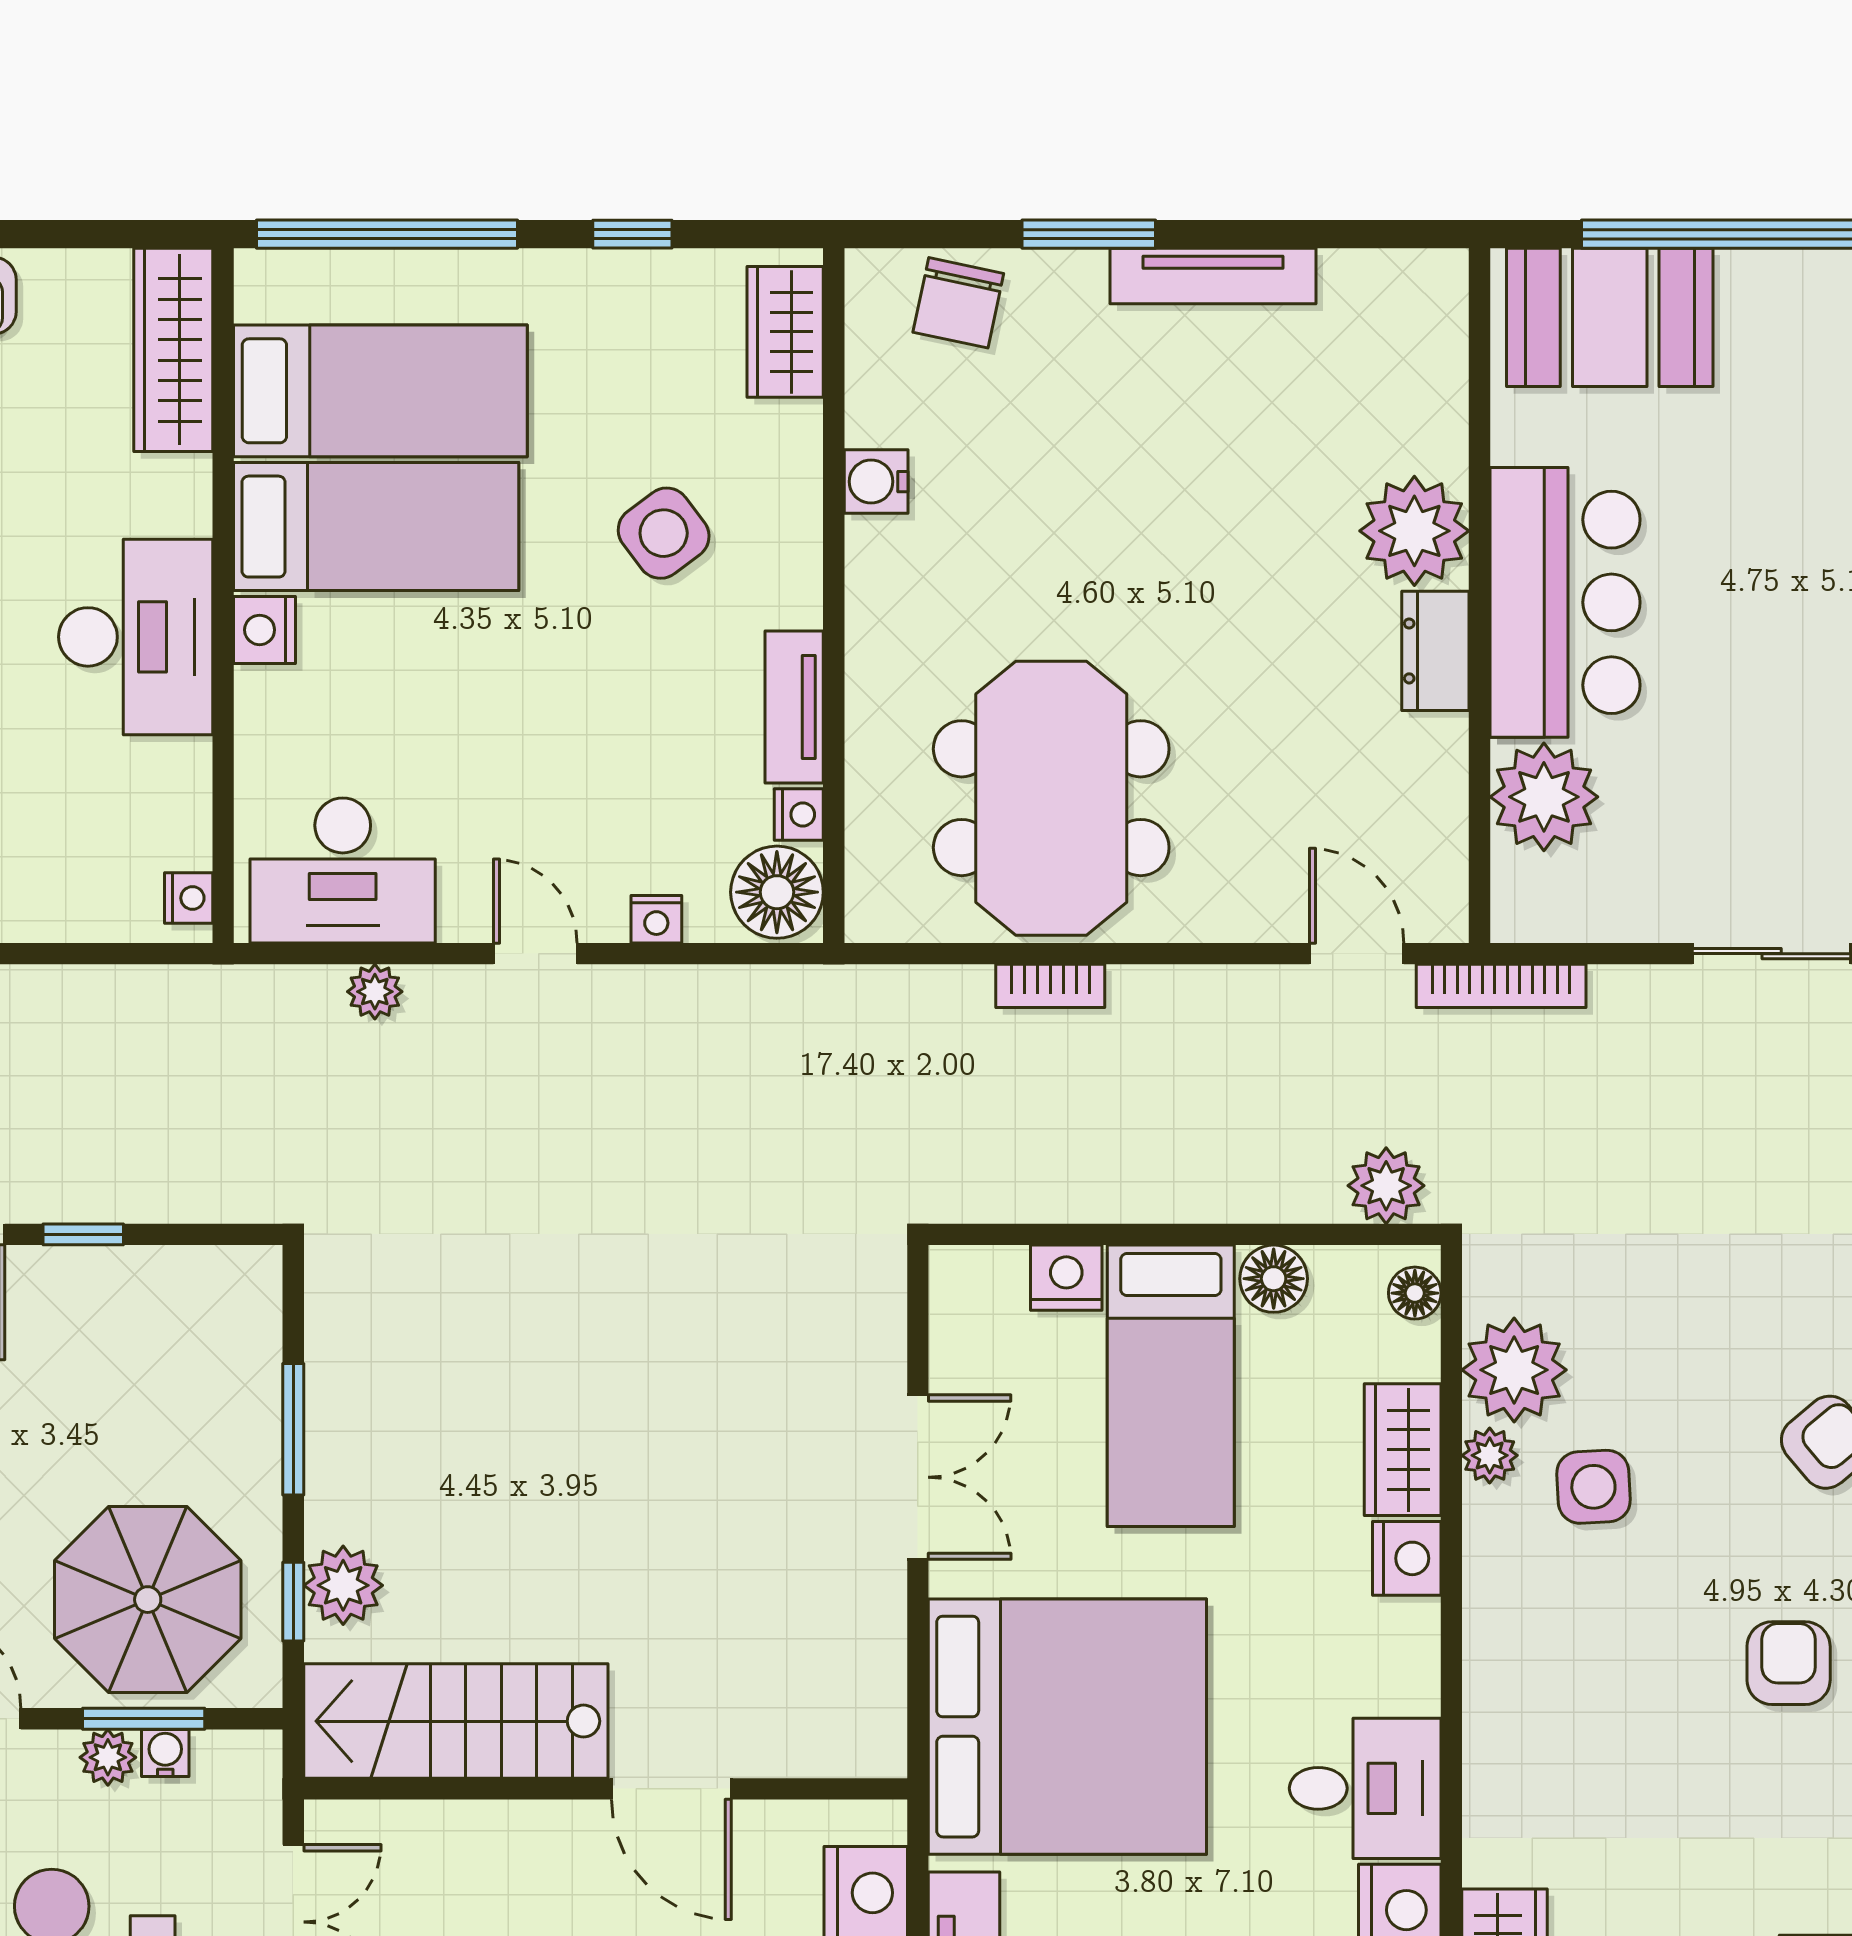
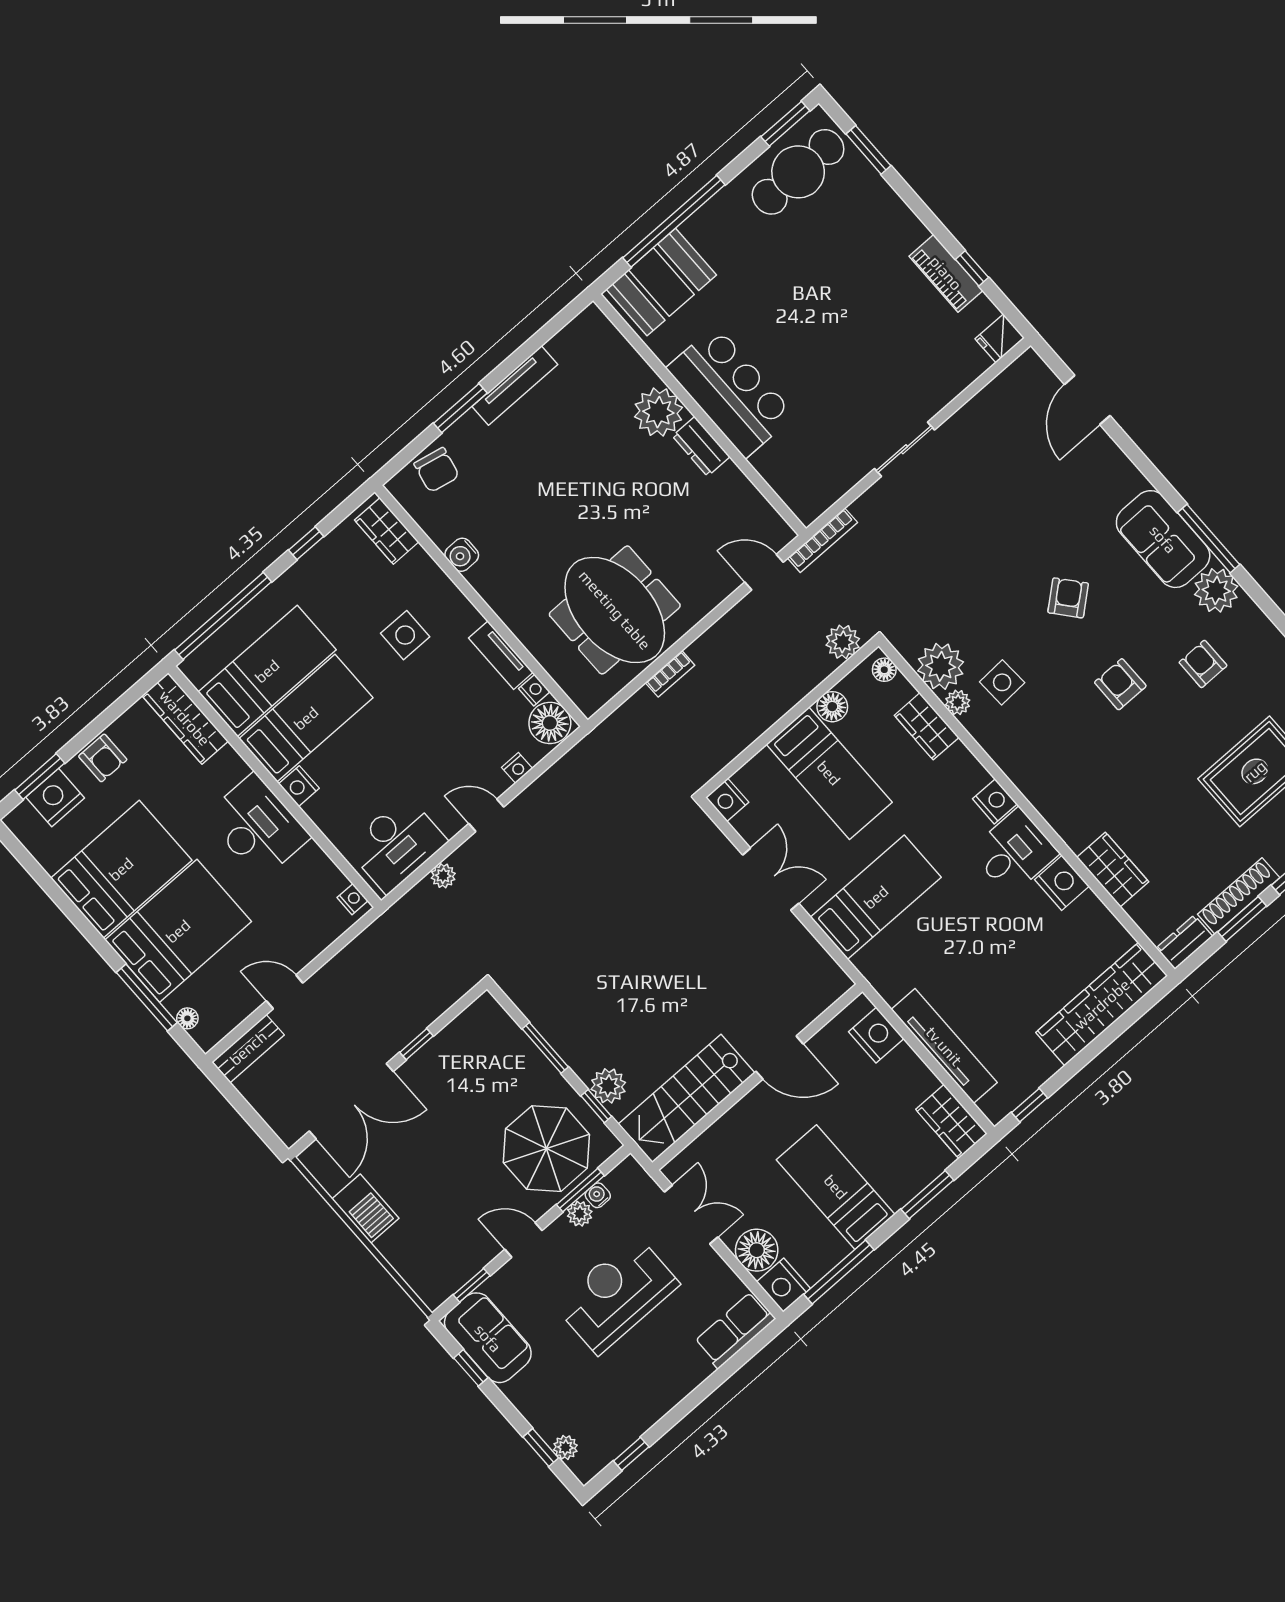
side table: (664, 533) -> (405, 635), turned 37
plant: (1544, 797) -> (781, 464), removed
nightstand: (1066, 1278) -> (727, 800), moved, turned -90
nightstand: (1407, 1558) -> (995, 801), moved
bed: (1067, 1727) -> (876, 897), width x0.49

